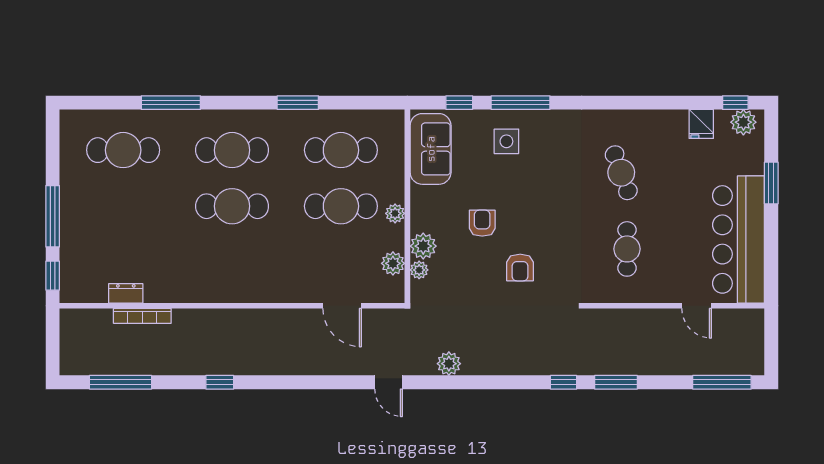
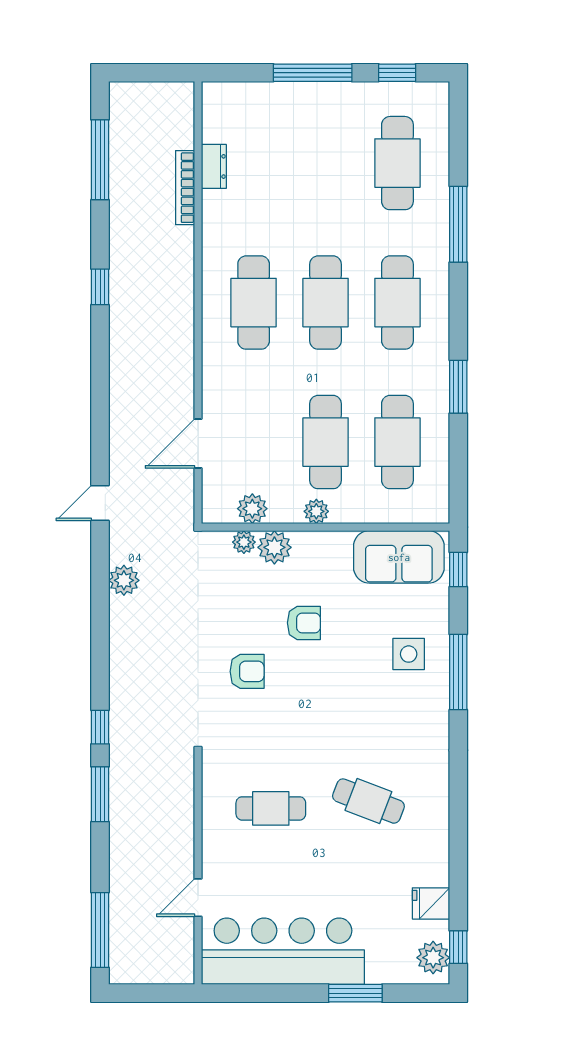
window: (459, 103) -> (458, 569), moved
cafe table: (621, 173) -> (368, 801), turned 41
cafe table: (232, 262) -> (254, 303), added
armchair: (520, 267) -> (247, 671), turned 180
window: (53, 276) -> (397, 73), moved

